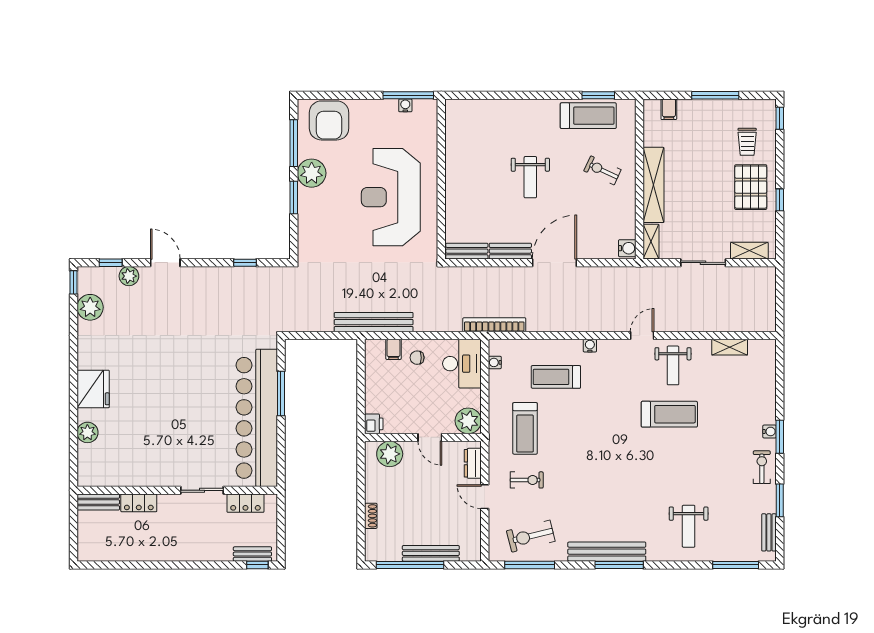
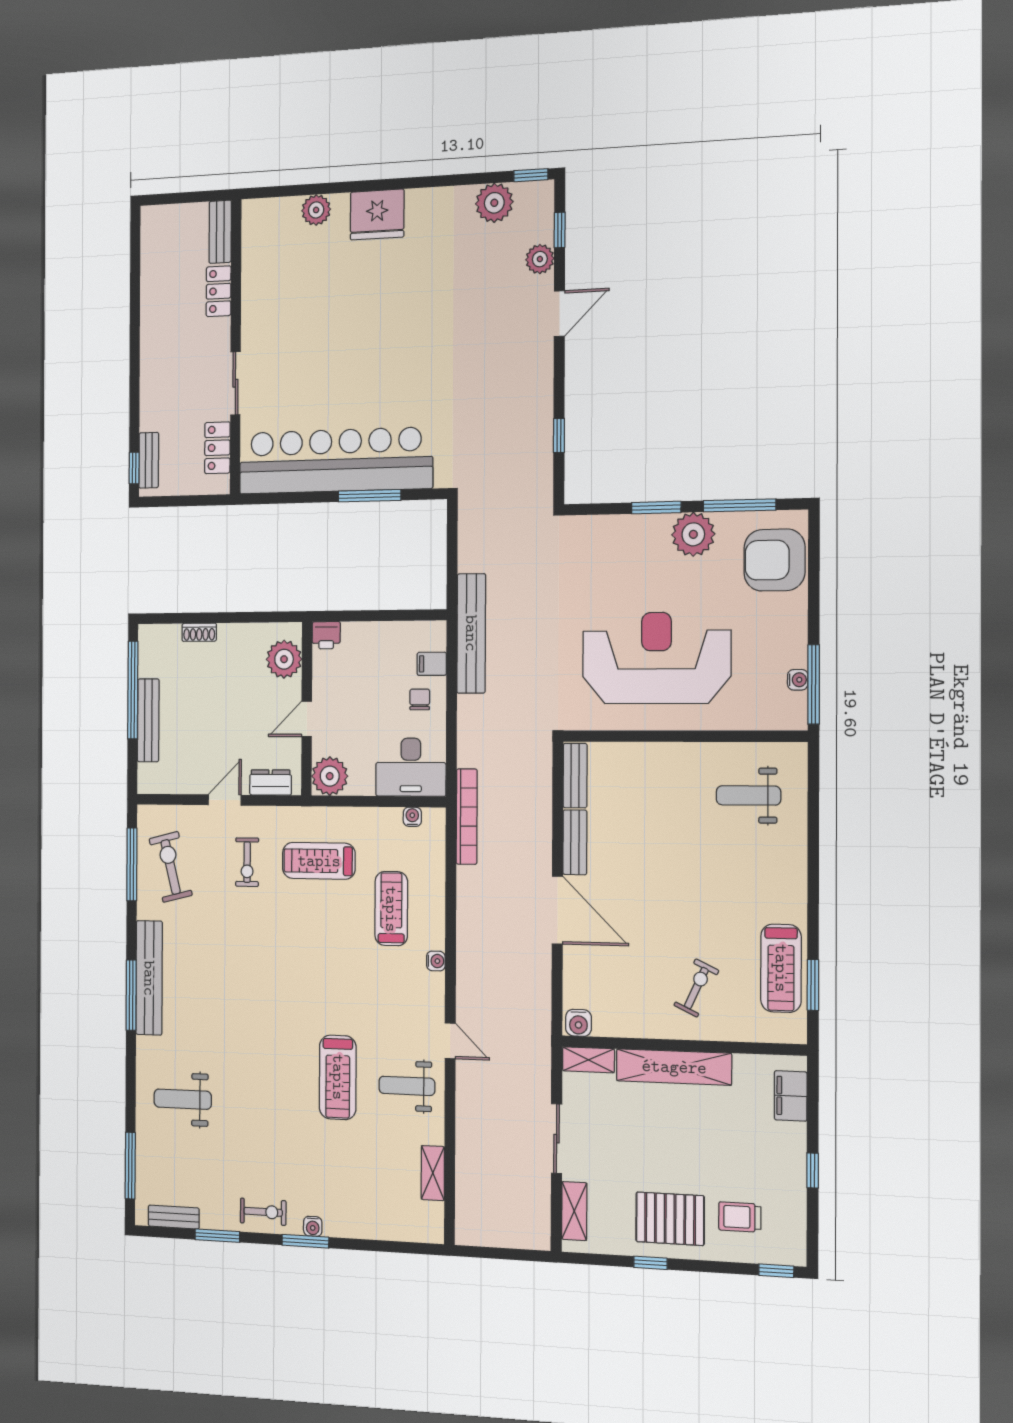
window: (715, 95) -> (813, 1170), width x0.46
filing cabinet: (669, 109) -> (791, 1096), width x2.00
weight bench: (530, 177) -> (748, 795), moved

